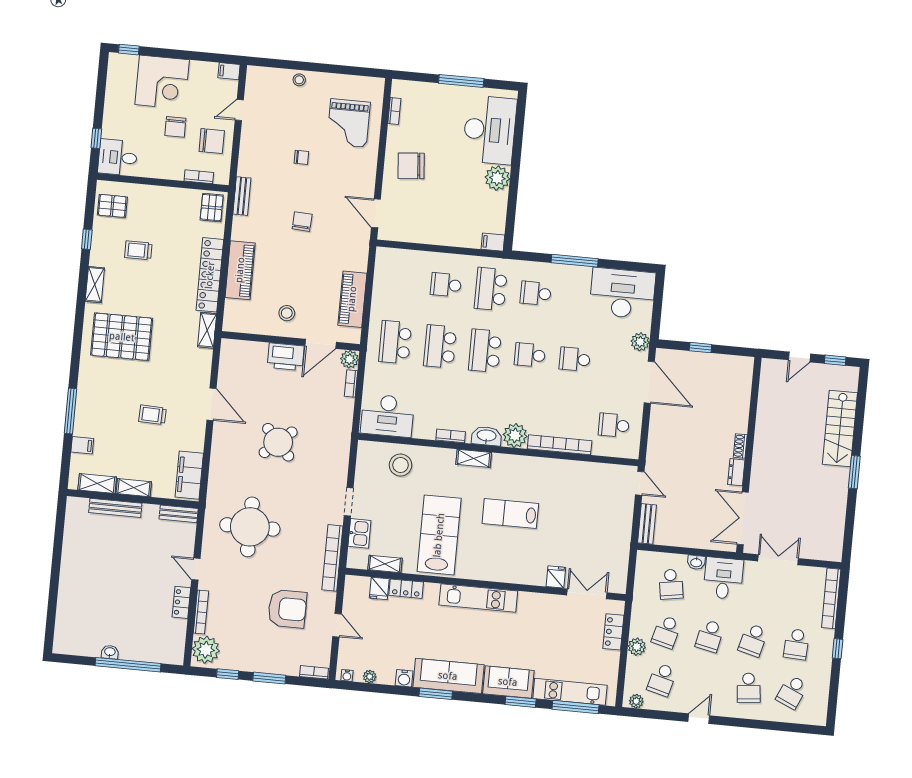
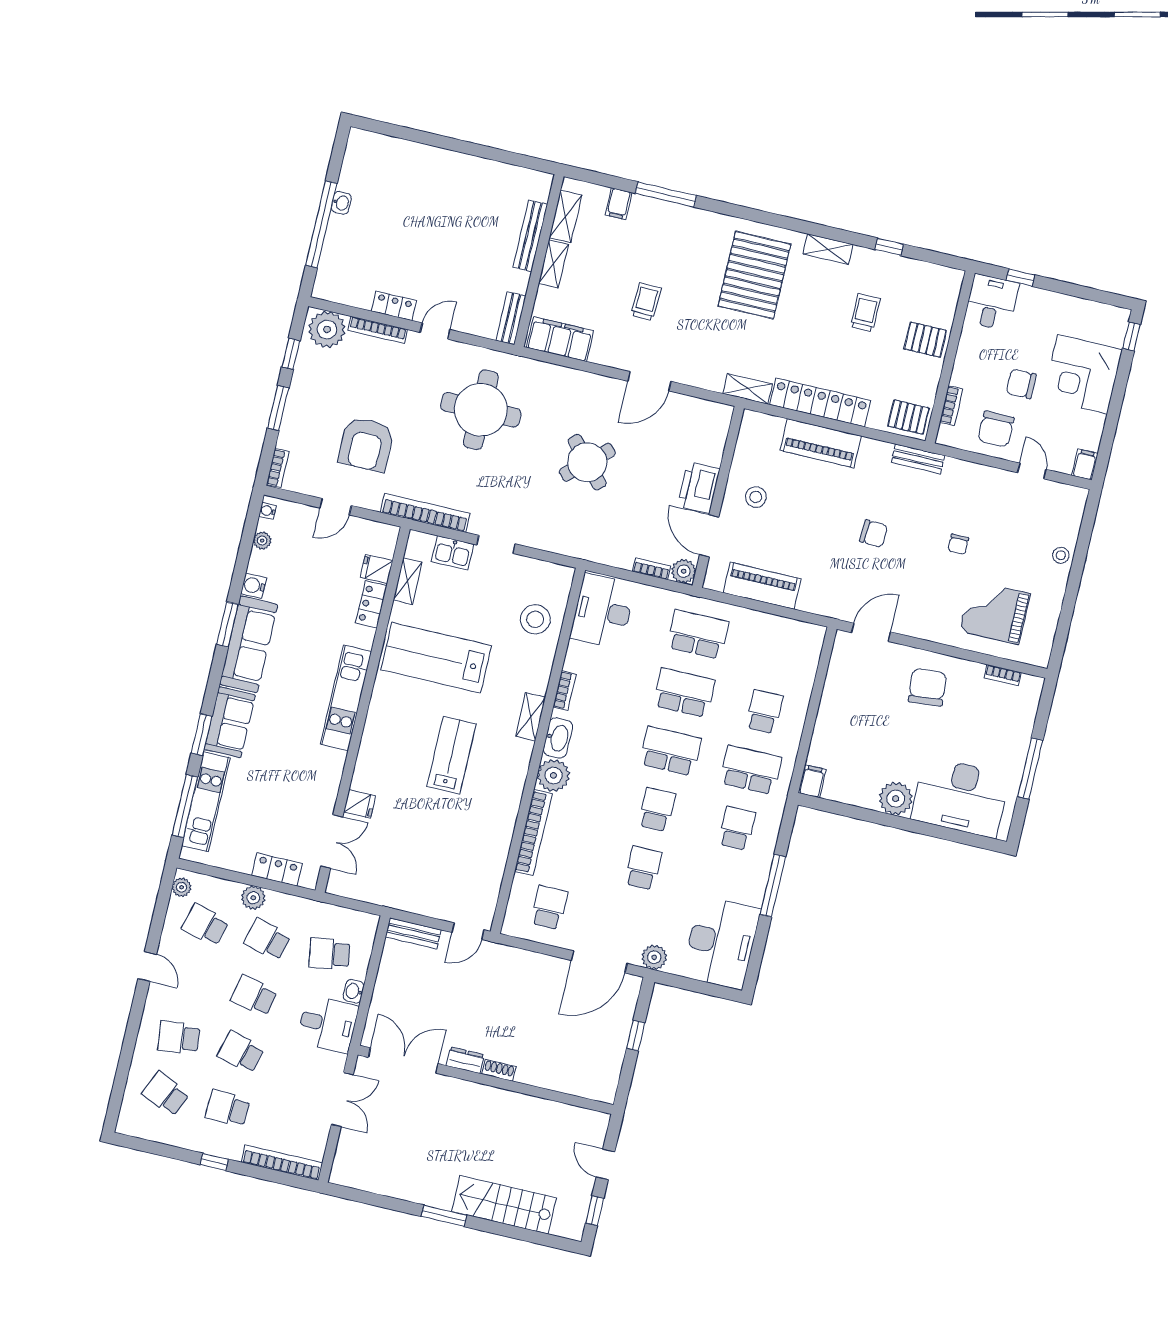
pallet: (112, 206) -> (925, 340), moved, turned 90
lab bench: (439, 535) -> (436, 658), turned 180

